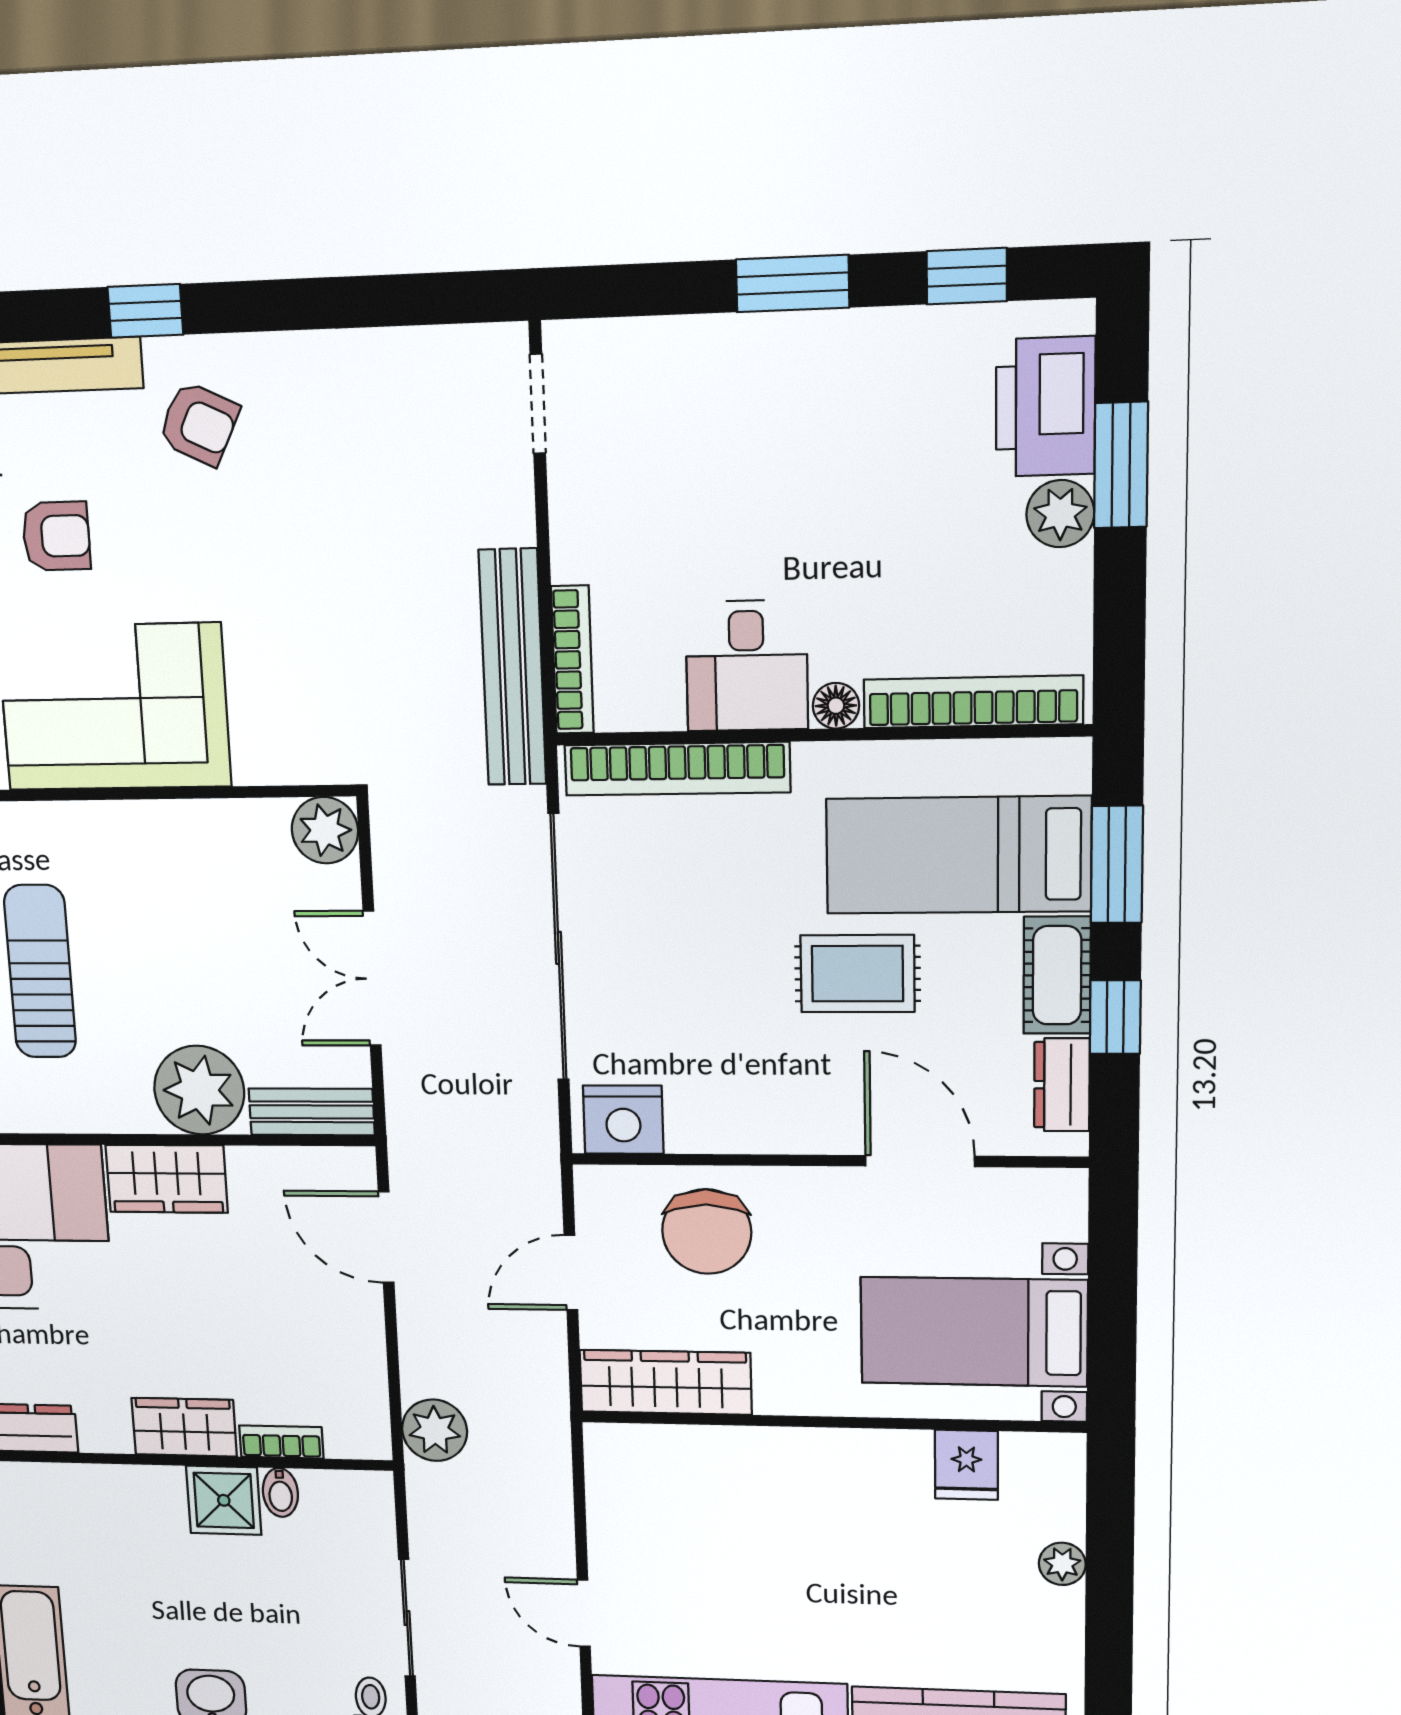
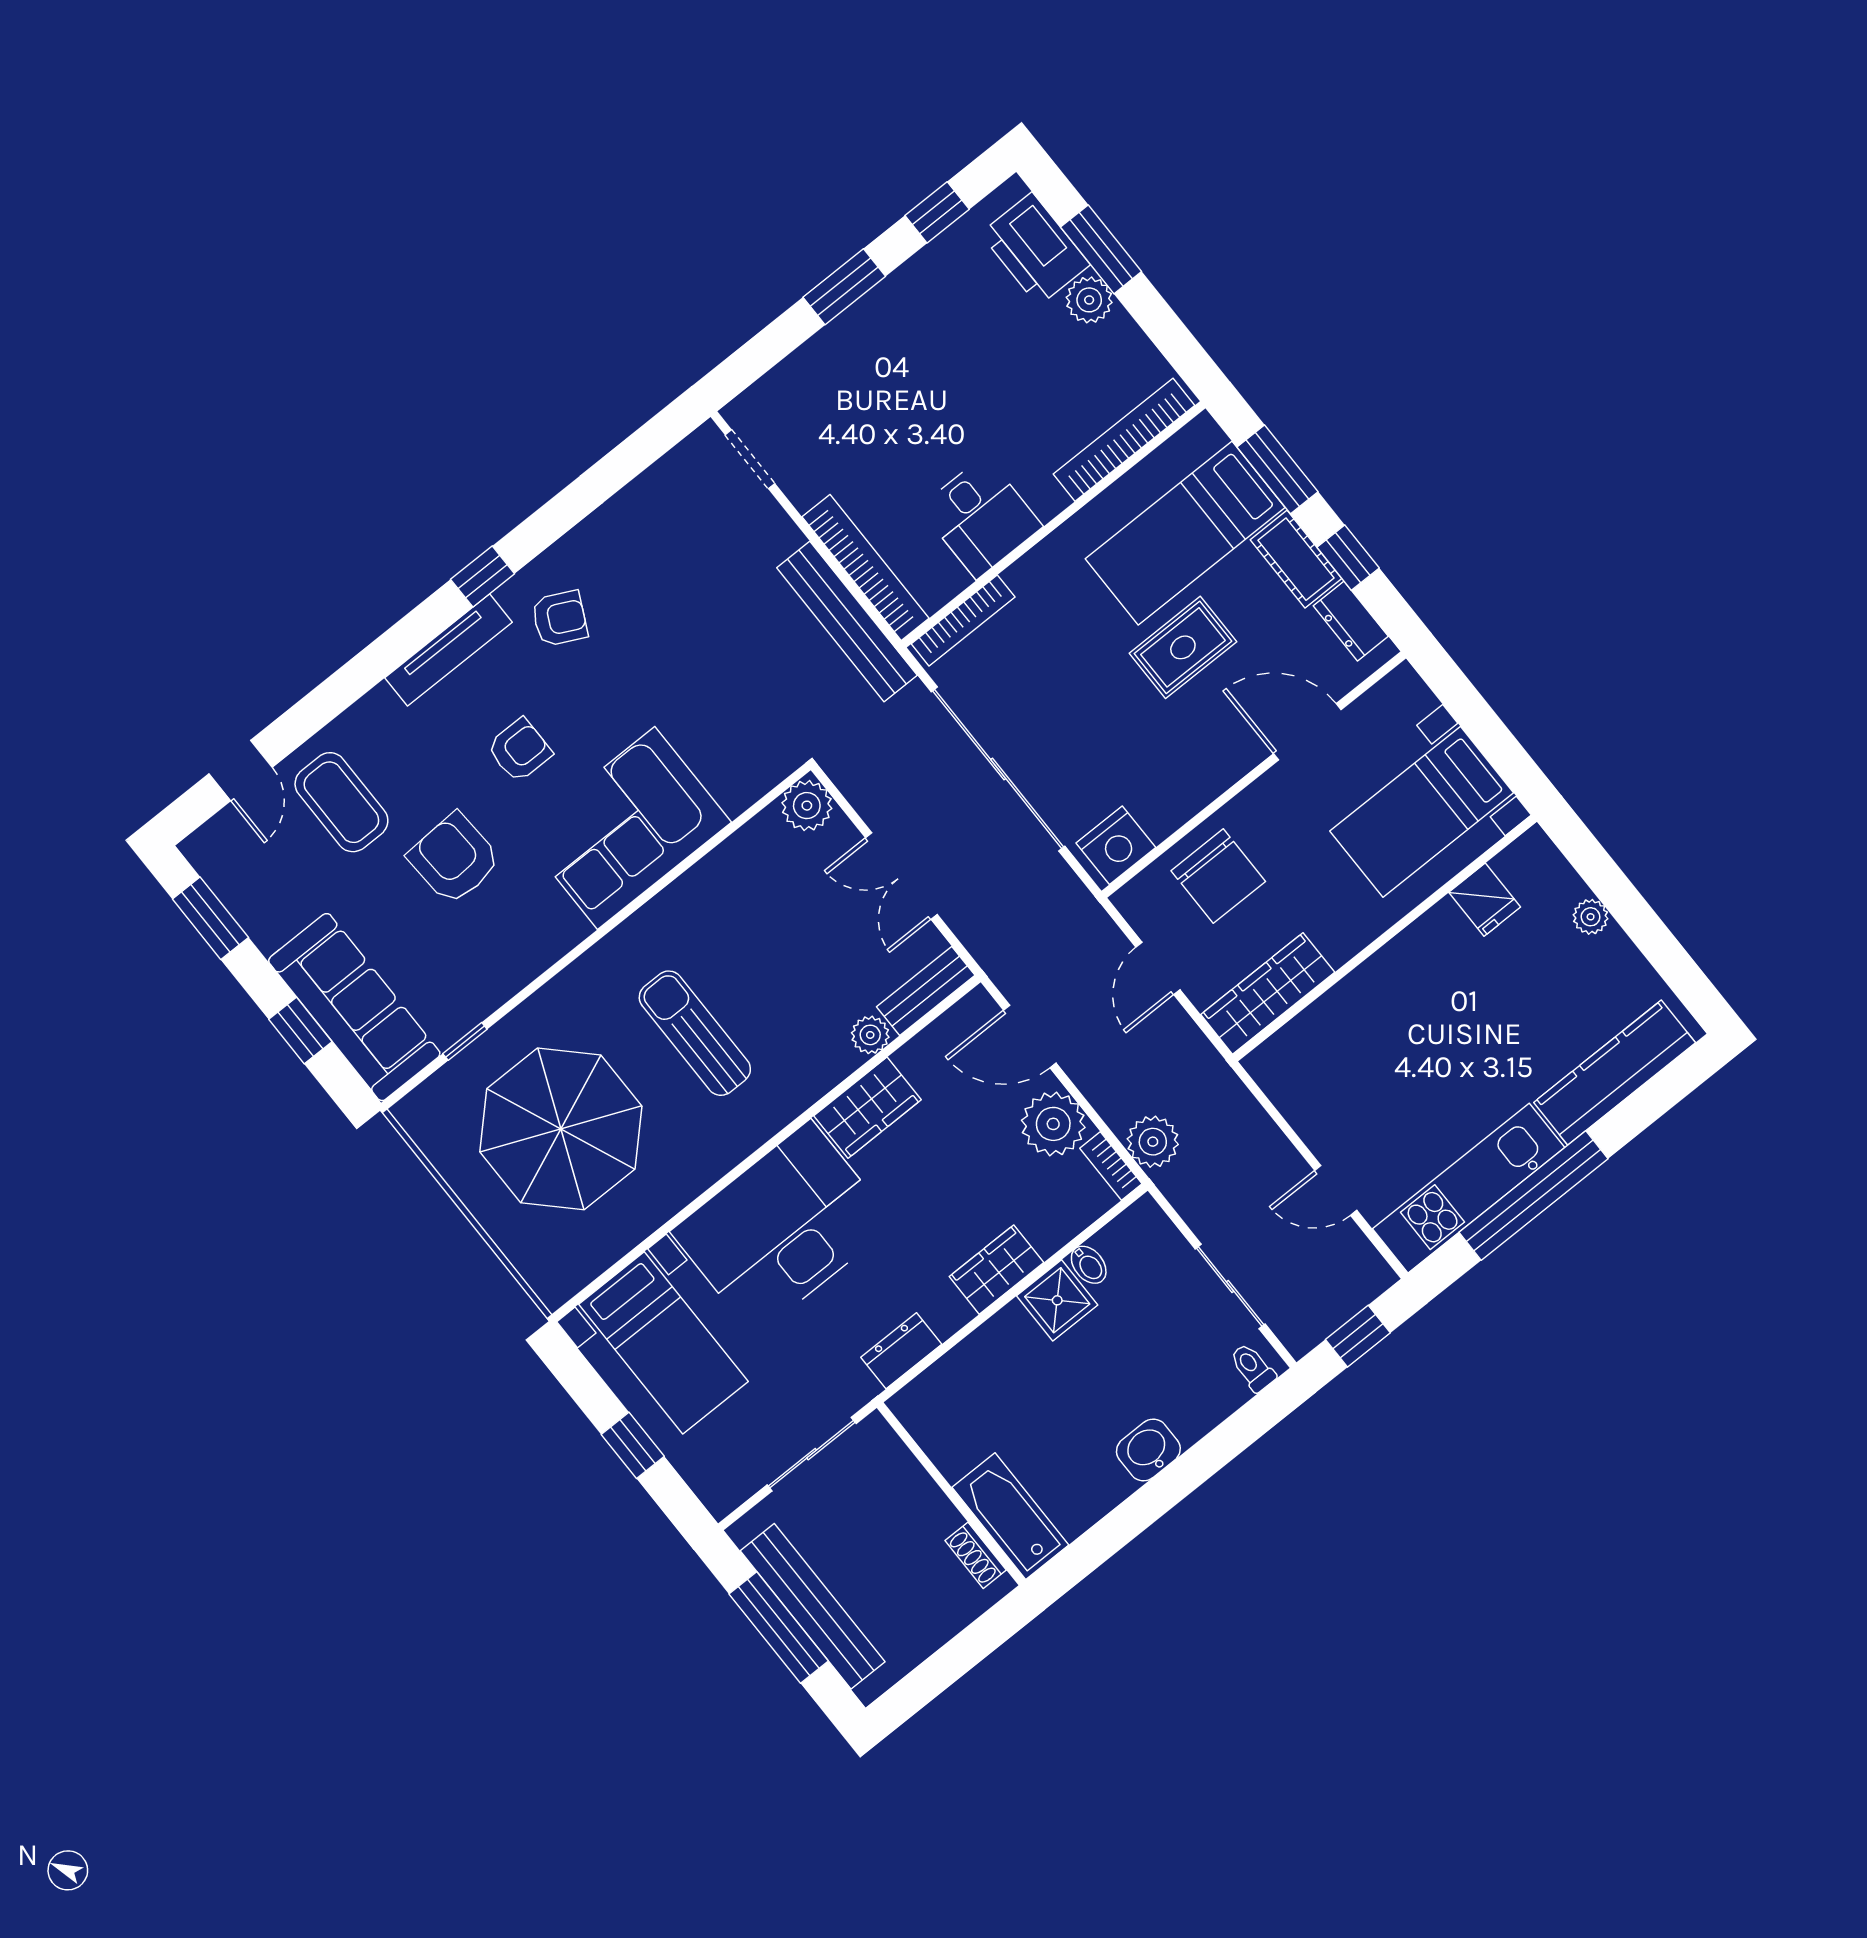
bookcase: (572, 660) -> (866, 568), width x1.48, depth x1.31
floor lamp: (836, 706) -> (1049, 501), removed
bookcase: (677, 769) -> (963, 620), width x0.68, depth x0.76
plant: (199, 1090) -> (870, 1035), width x0.53, depth x0.53
plant: (346, 1337) -> (1053, 1124), added
bookcase: (281, 1442) -> (1111, 1166), moved, turned -90

